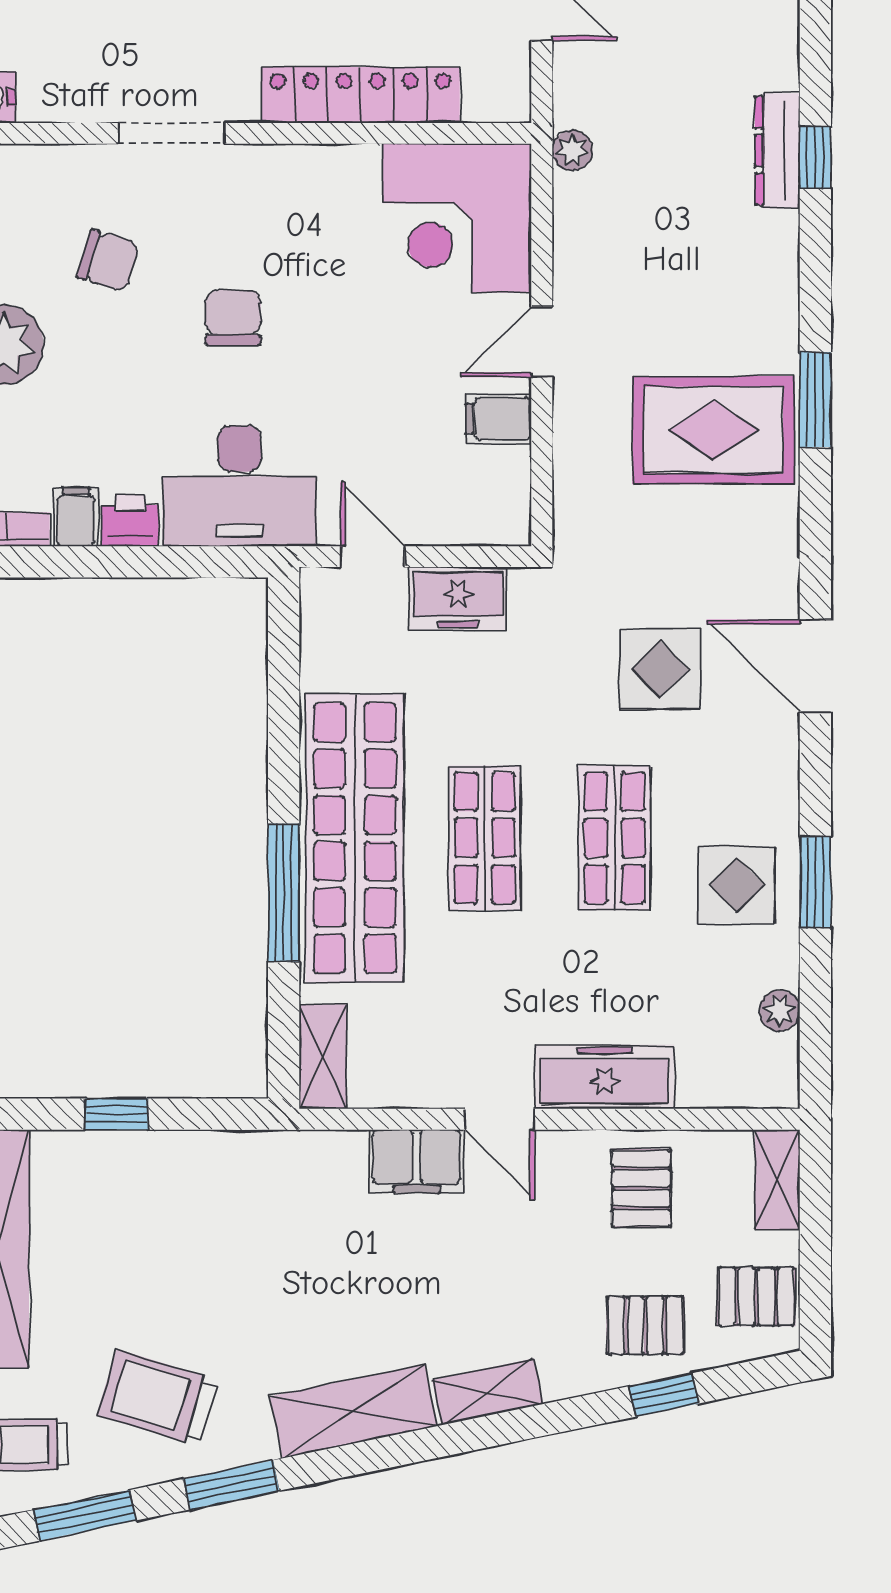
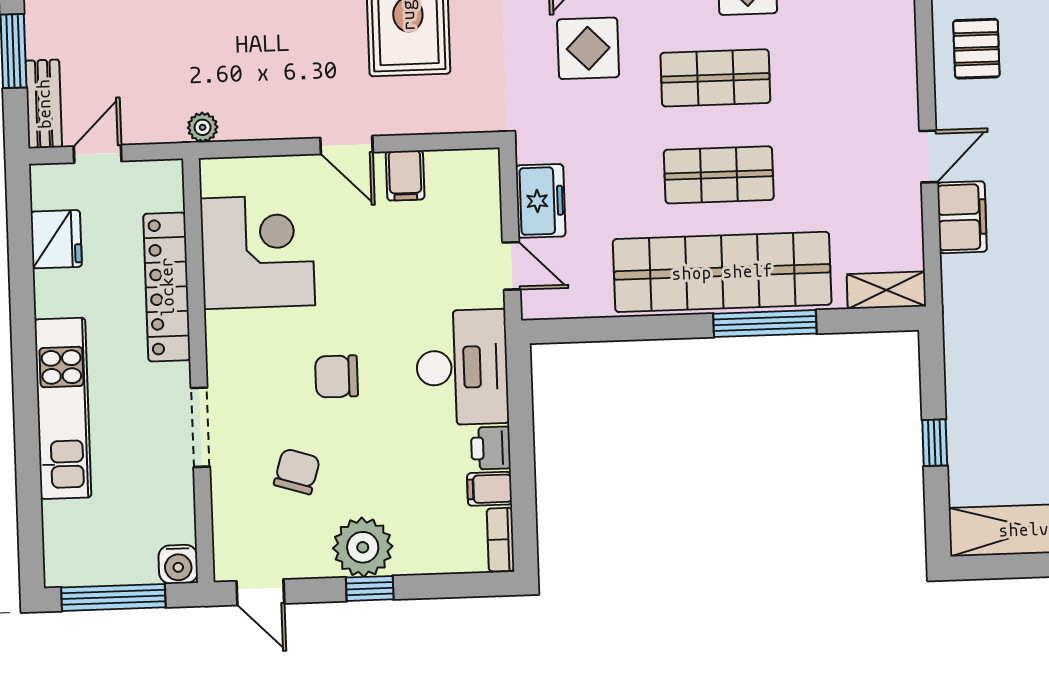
corner desk: (457, 218) -> (258, 252), moved, turned -90
door: (373, 557) -> (511, 266), swing flipped
freezer: (605, 1077) -> (894, 79), removed
pallet: (641, 1188) -> (976, 49), turned 90

